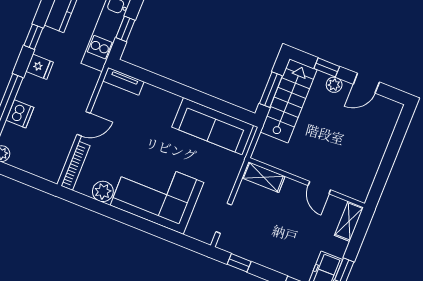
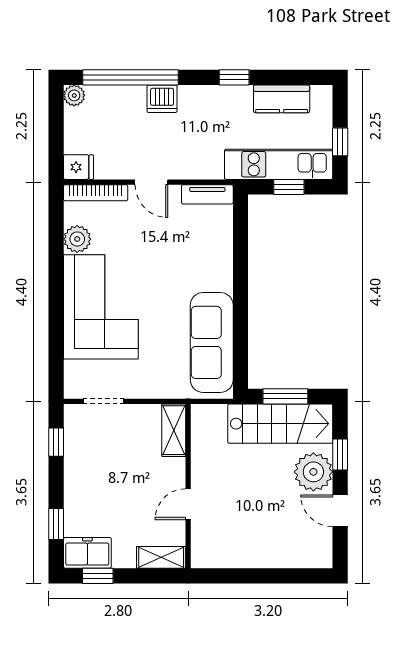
fridge: (40, 67) -> (78, 167), moved, turned -90
tv unit: (123, 81) -> (207, 194), moved, turned -90
plant: (334, 85) -> (313, 472), width x1.87, depth x1.87
dishwasher: (20, 114) -> (162, 99), moved

